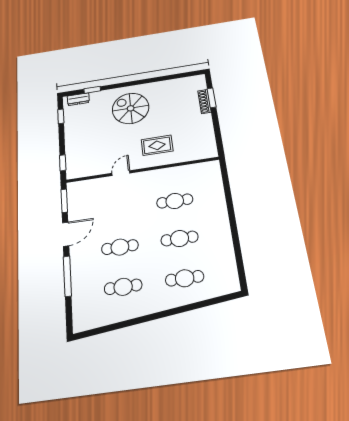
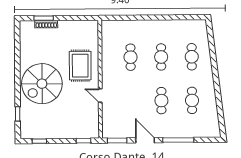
dresser: (78, 99) -> (25, 126), removed
spiral stairs: (131, 108) -> (42, 84), width x1.37, depth x1.37
rug: (157, 145) -> (80, 66), width x1.36, depth x1.43

